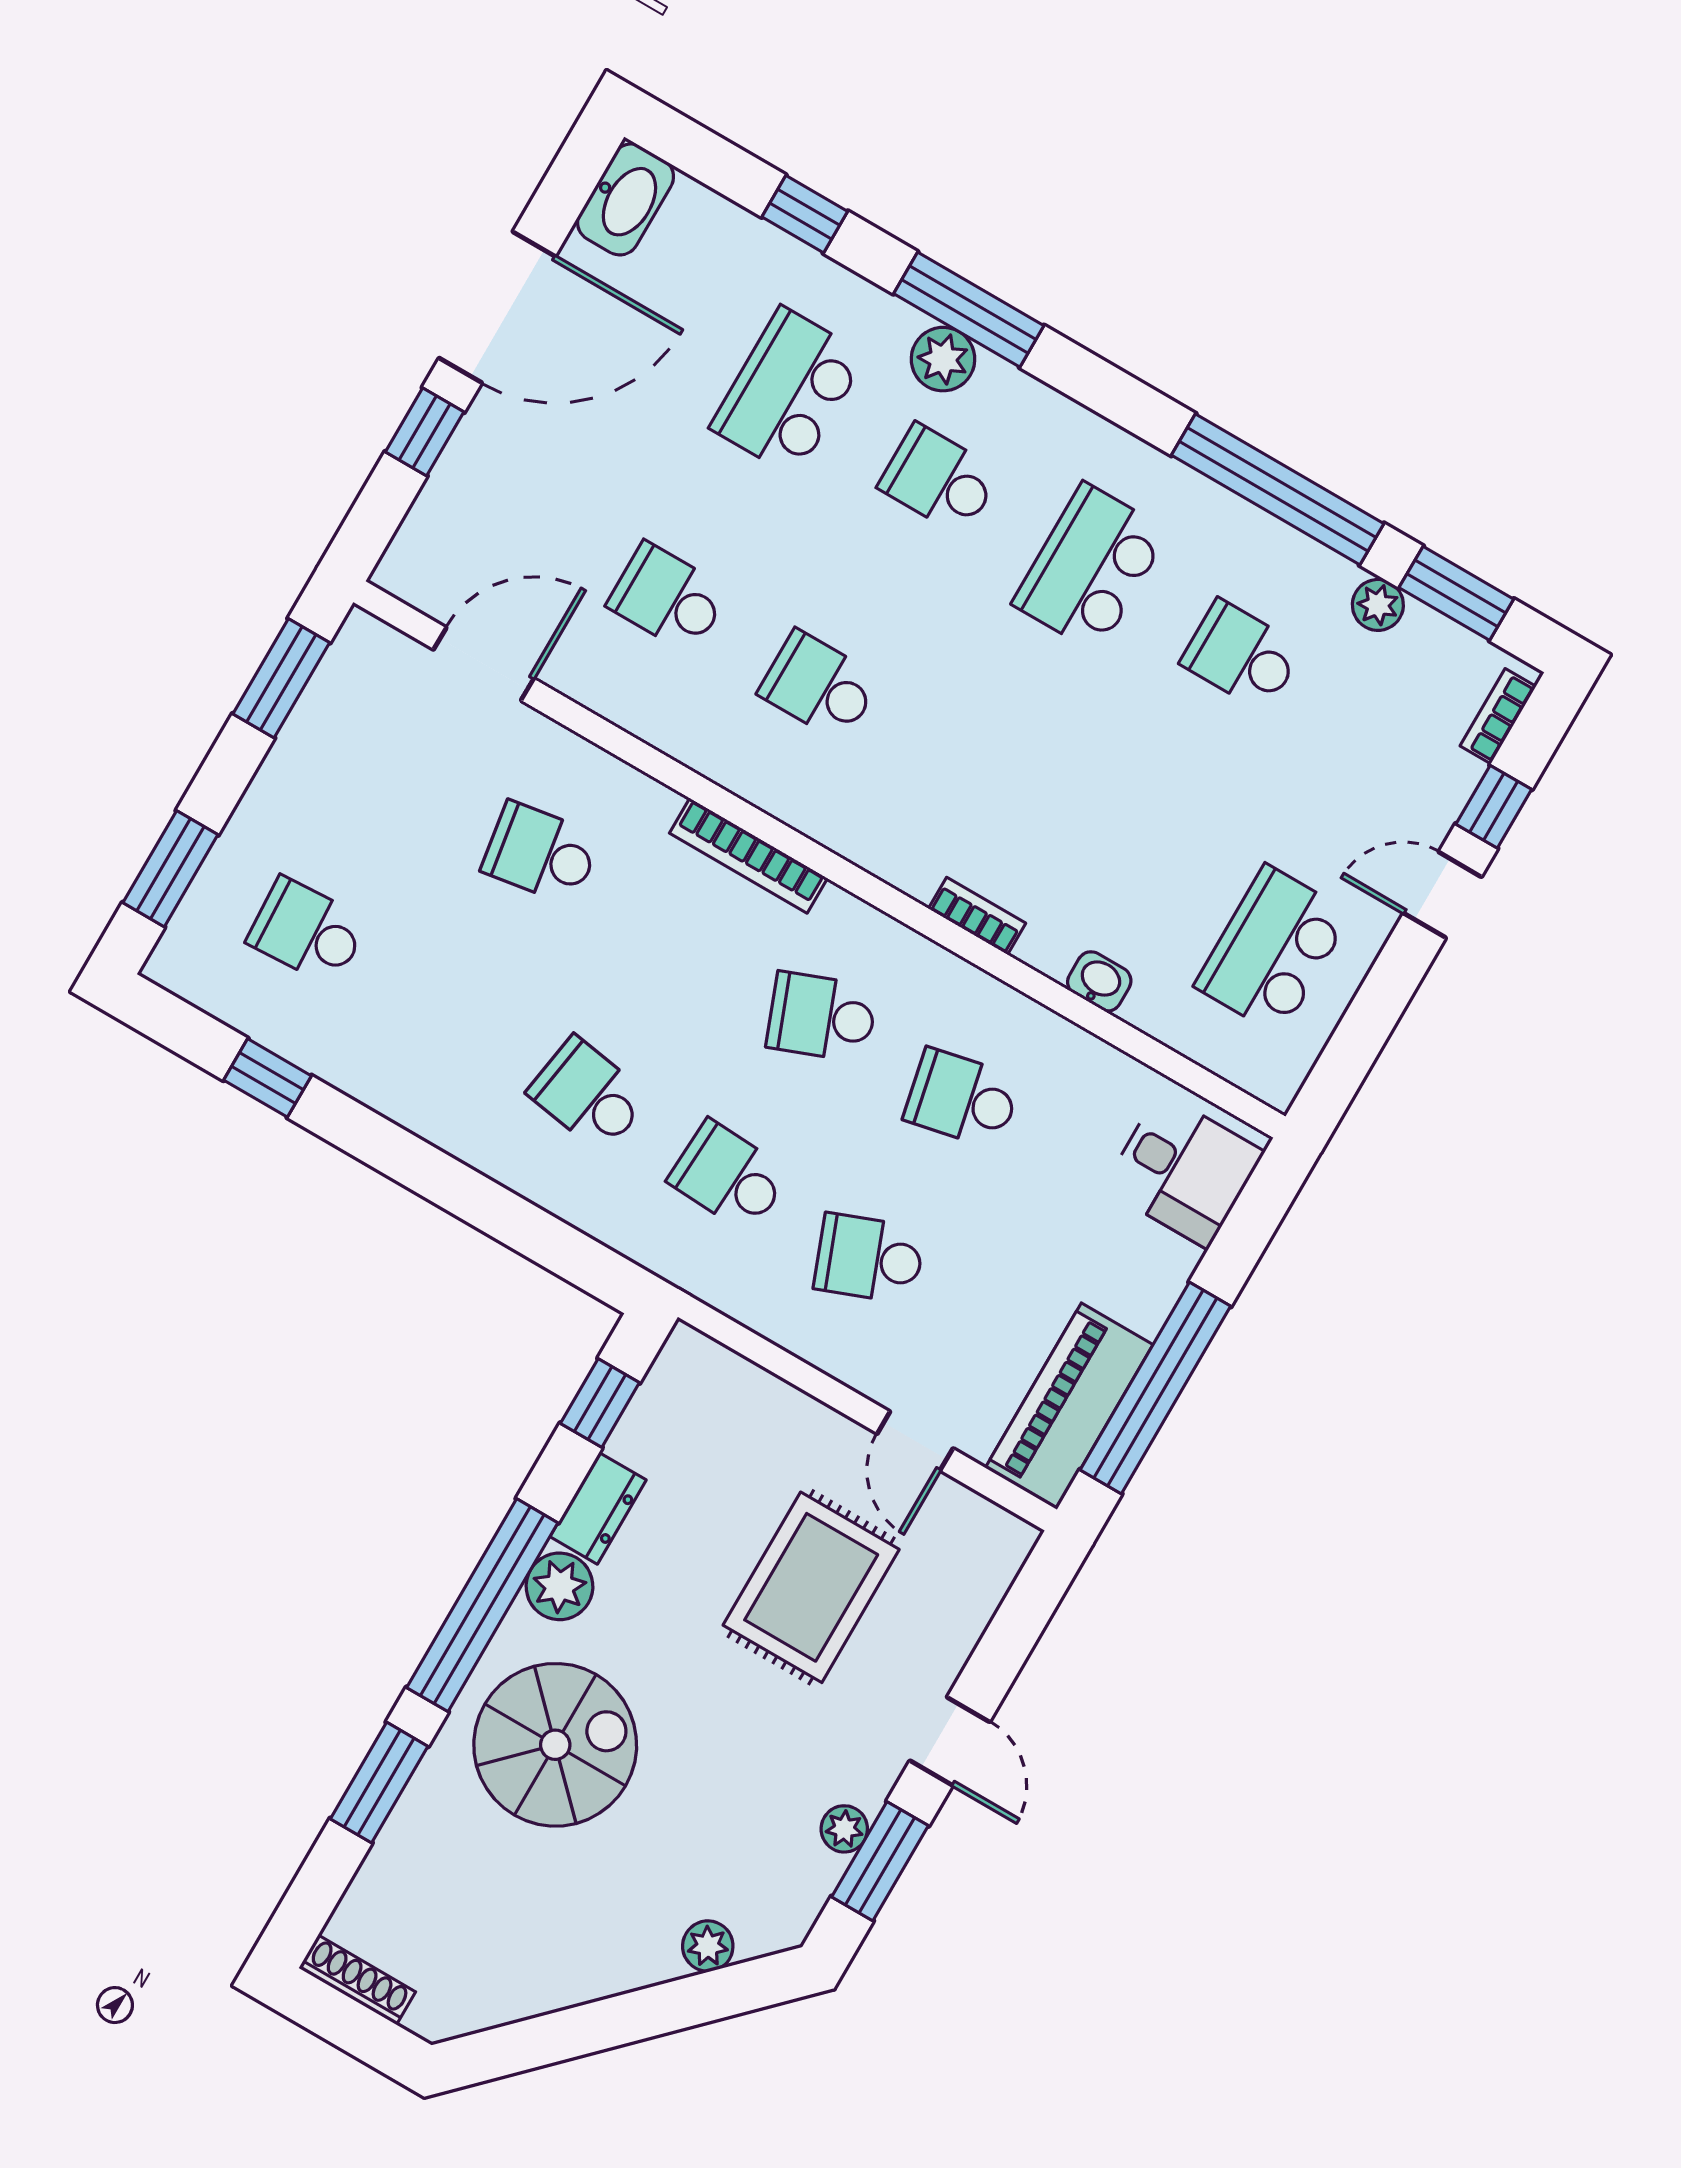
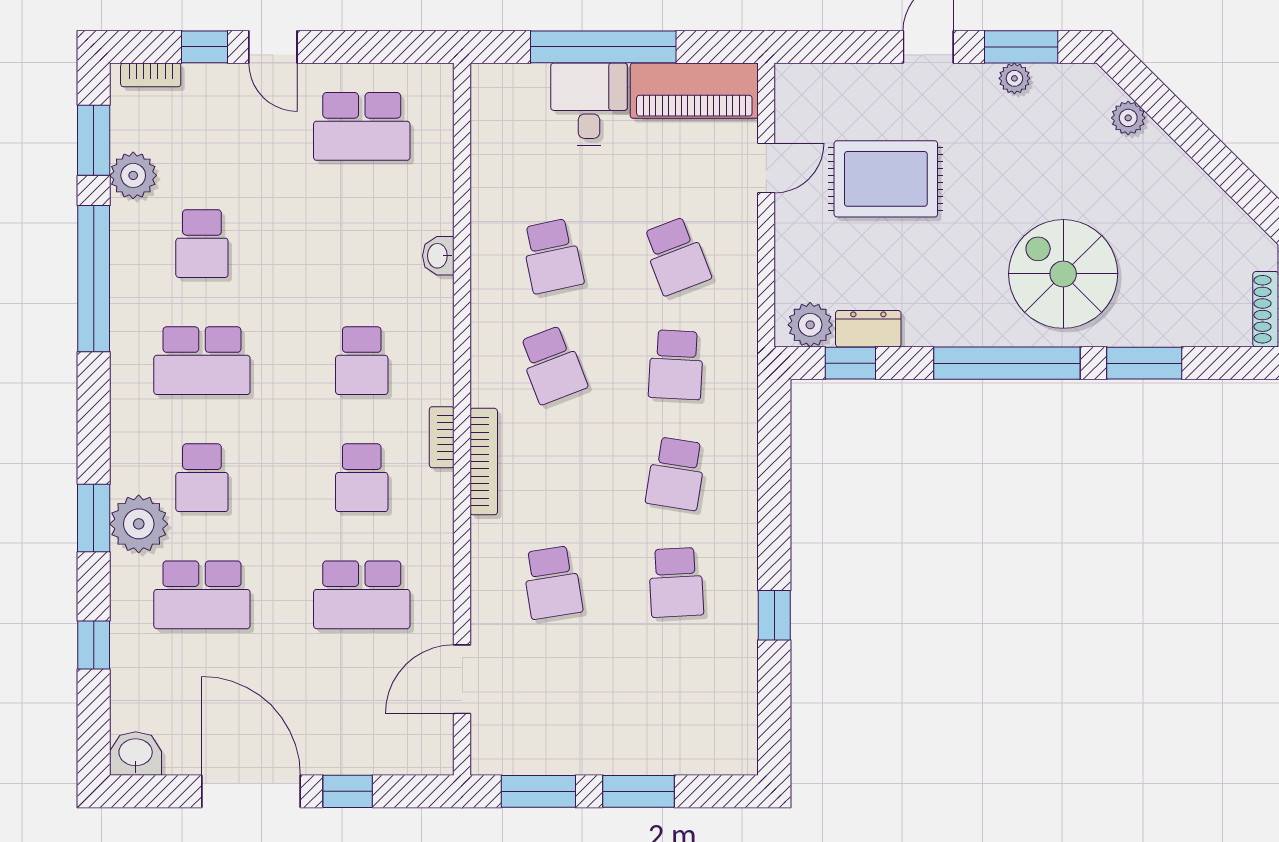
washbasin: (625, 199) -> (136, 754), width x0.72
window: (969, 310) -> (94, 518), width x0.69
plant: (943, 359) -> (139, 524), width x1.36, depth x1.36
school desk: (668, 598) -> (362, 595), width x1.85
plant: (1378, 605) -> (133, 175), width x1.38, depth x1.38
door: (484, 664) -> (462, 679), hinge flipped
school desk: (970, 774) -> (362, 361), added
window: (170, 869) -> (639, 791), moved
bookcase: (977, 916) -> (442, 437), moved
school desk: (307, 931) -> (676, 582), moved
washbasin: (1099, 981) -> (438, 256), moved
window: (268, 1078) -> (774, 615), moved
desk: (1184, 1170) -> (589, 104), moved
window: (1155, 1388) -> (603, 47), moved
dresser: (598, 1508) -> (868, 329), moved
plant: (559, 1586) -> (810, 325), moved

